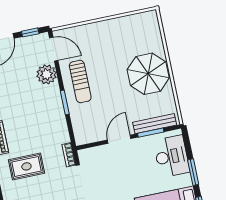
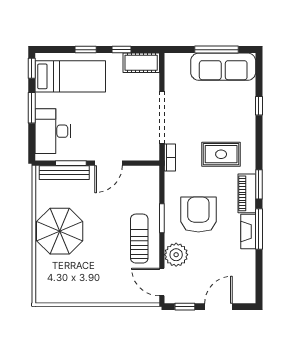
armchair: (35, 112) -> (198, 215), added

